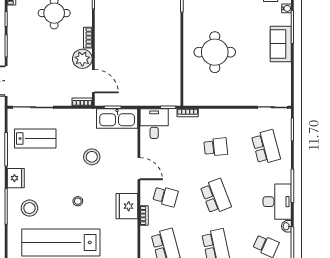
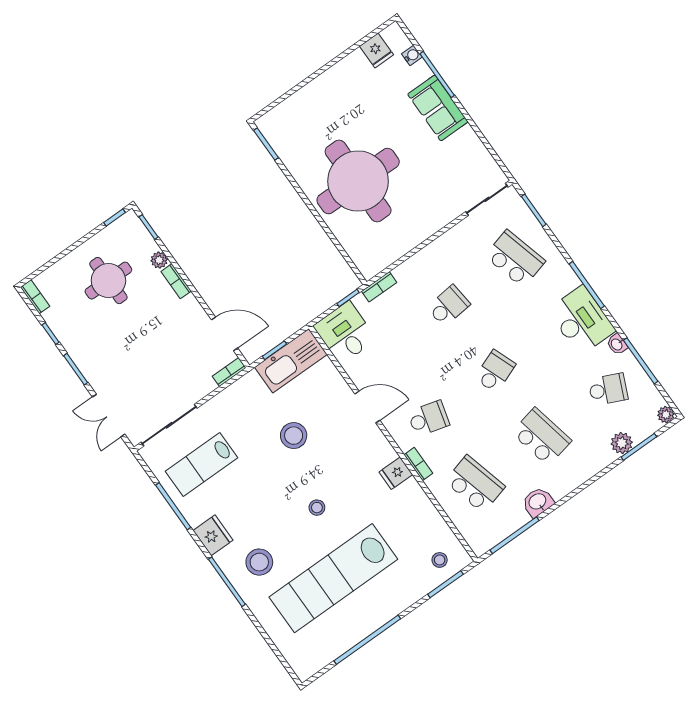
round table: (215, 52) -> (358, 181), width x1.36, depth x1.36
plant: (82, 59) -> (159, 260), moved, width x0.53, depth x0.53
lab bench: (35, 139) -> (201, 465), turned 180
school desk: (216, 196) -> (495, 371), width x0.54
fridge: (127, 206) -> (396, 473), width x0.53, depth x0.75

